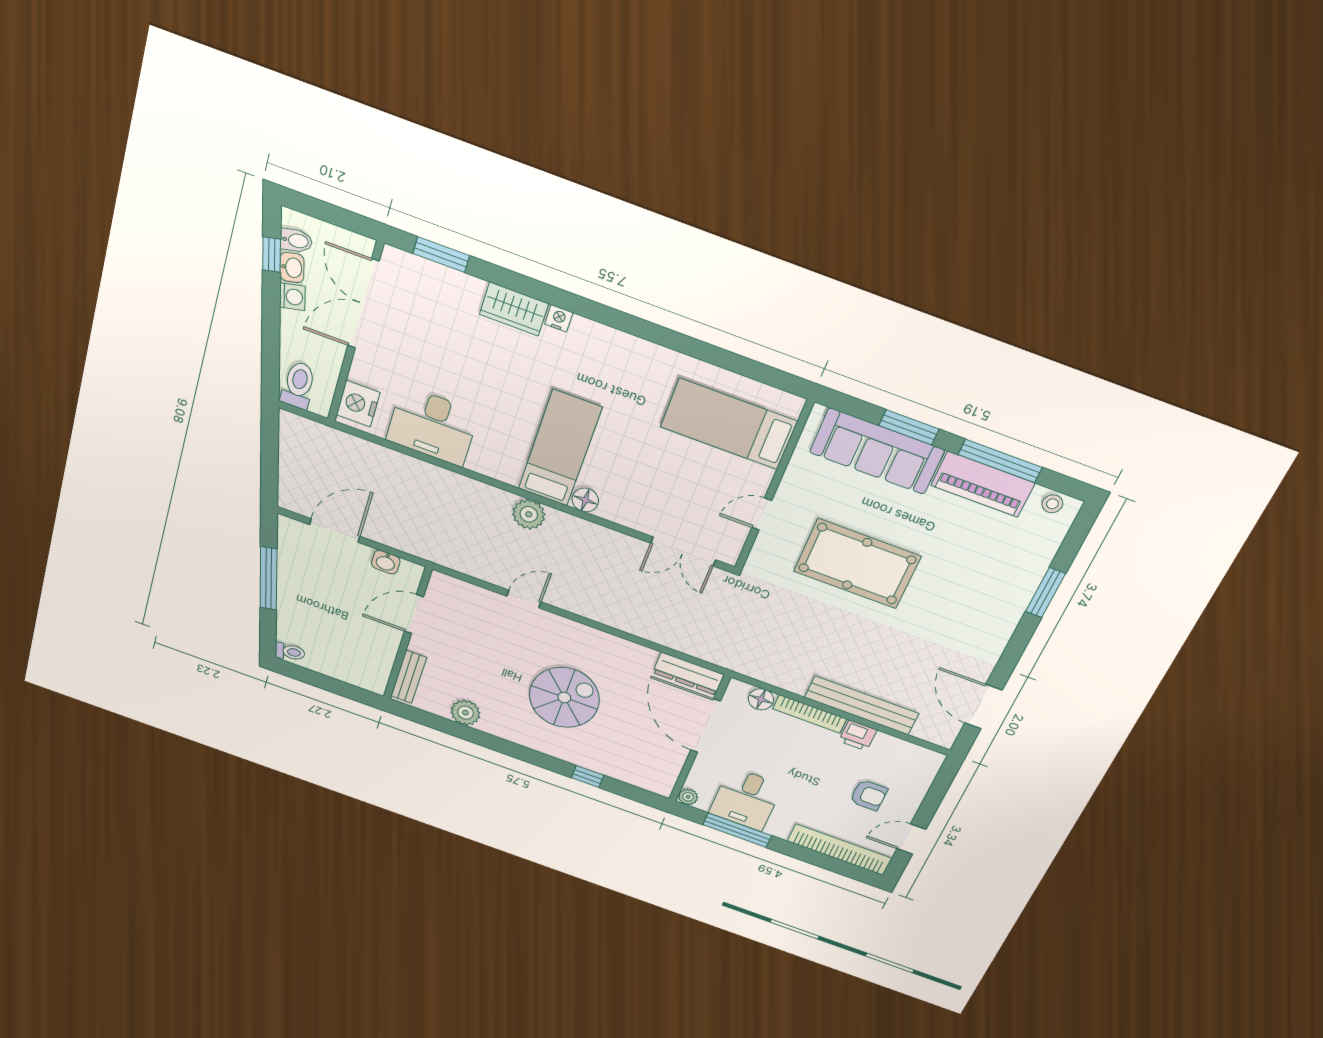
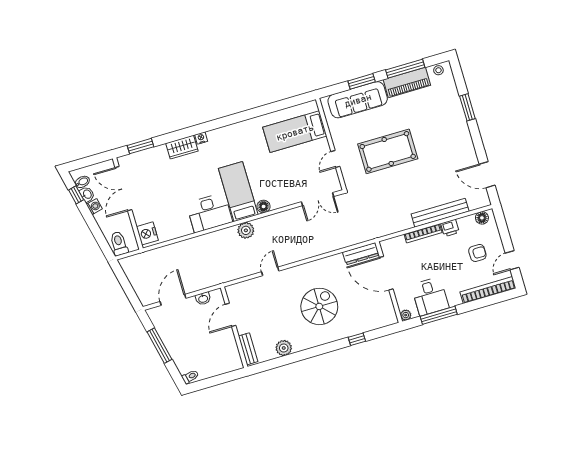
desk: (432, 426) -> (209, 213), moved
floor lamp: (761, 699) -> (482, 218), moved

